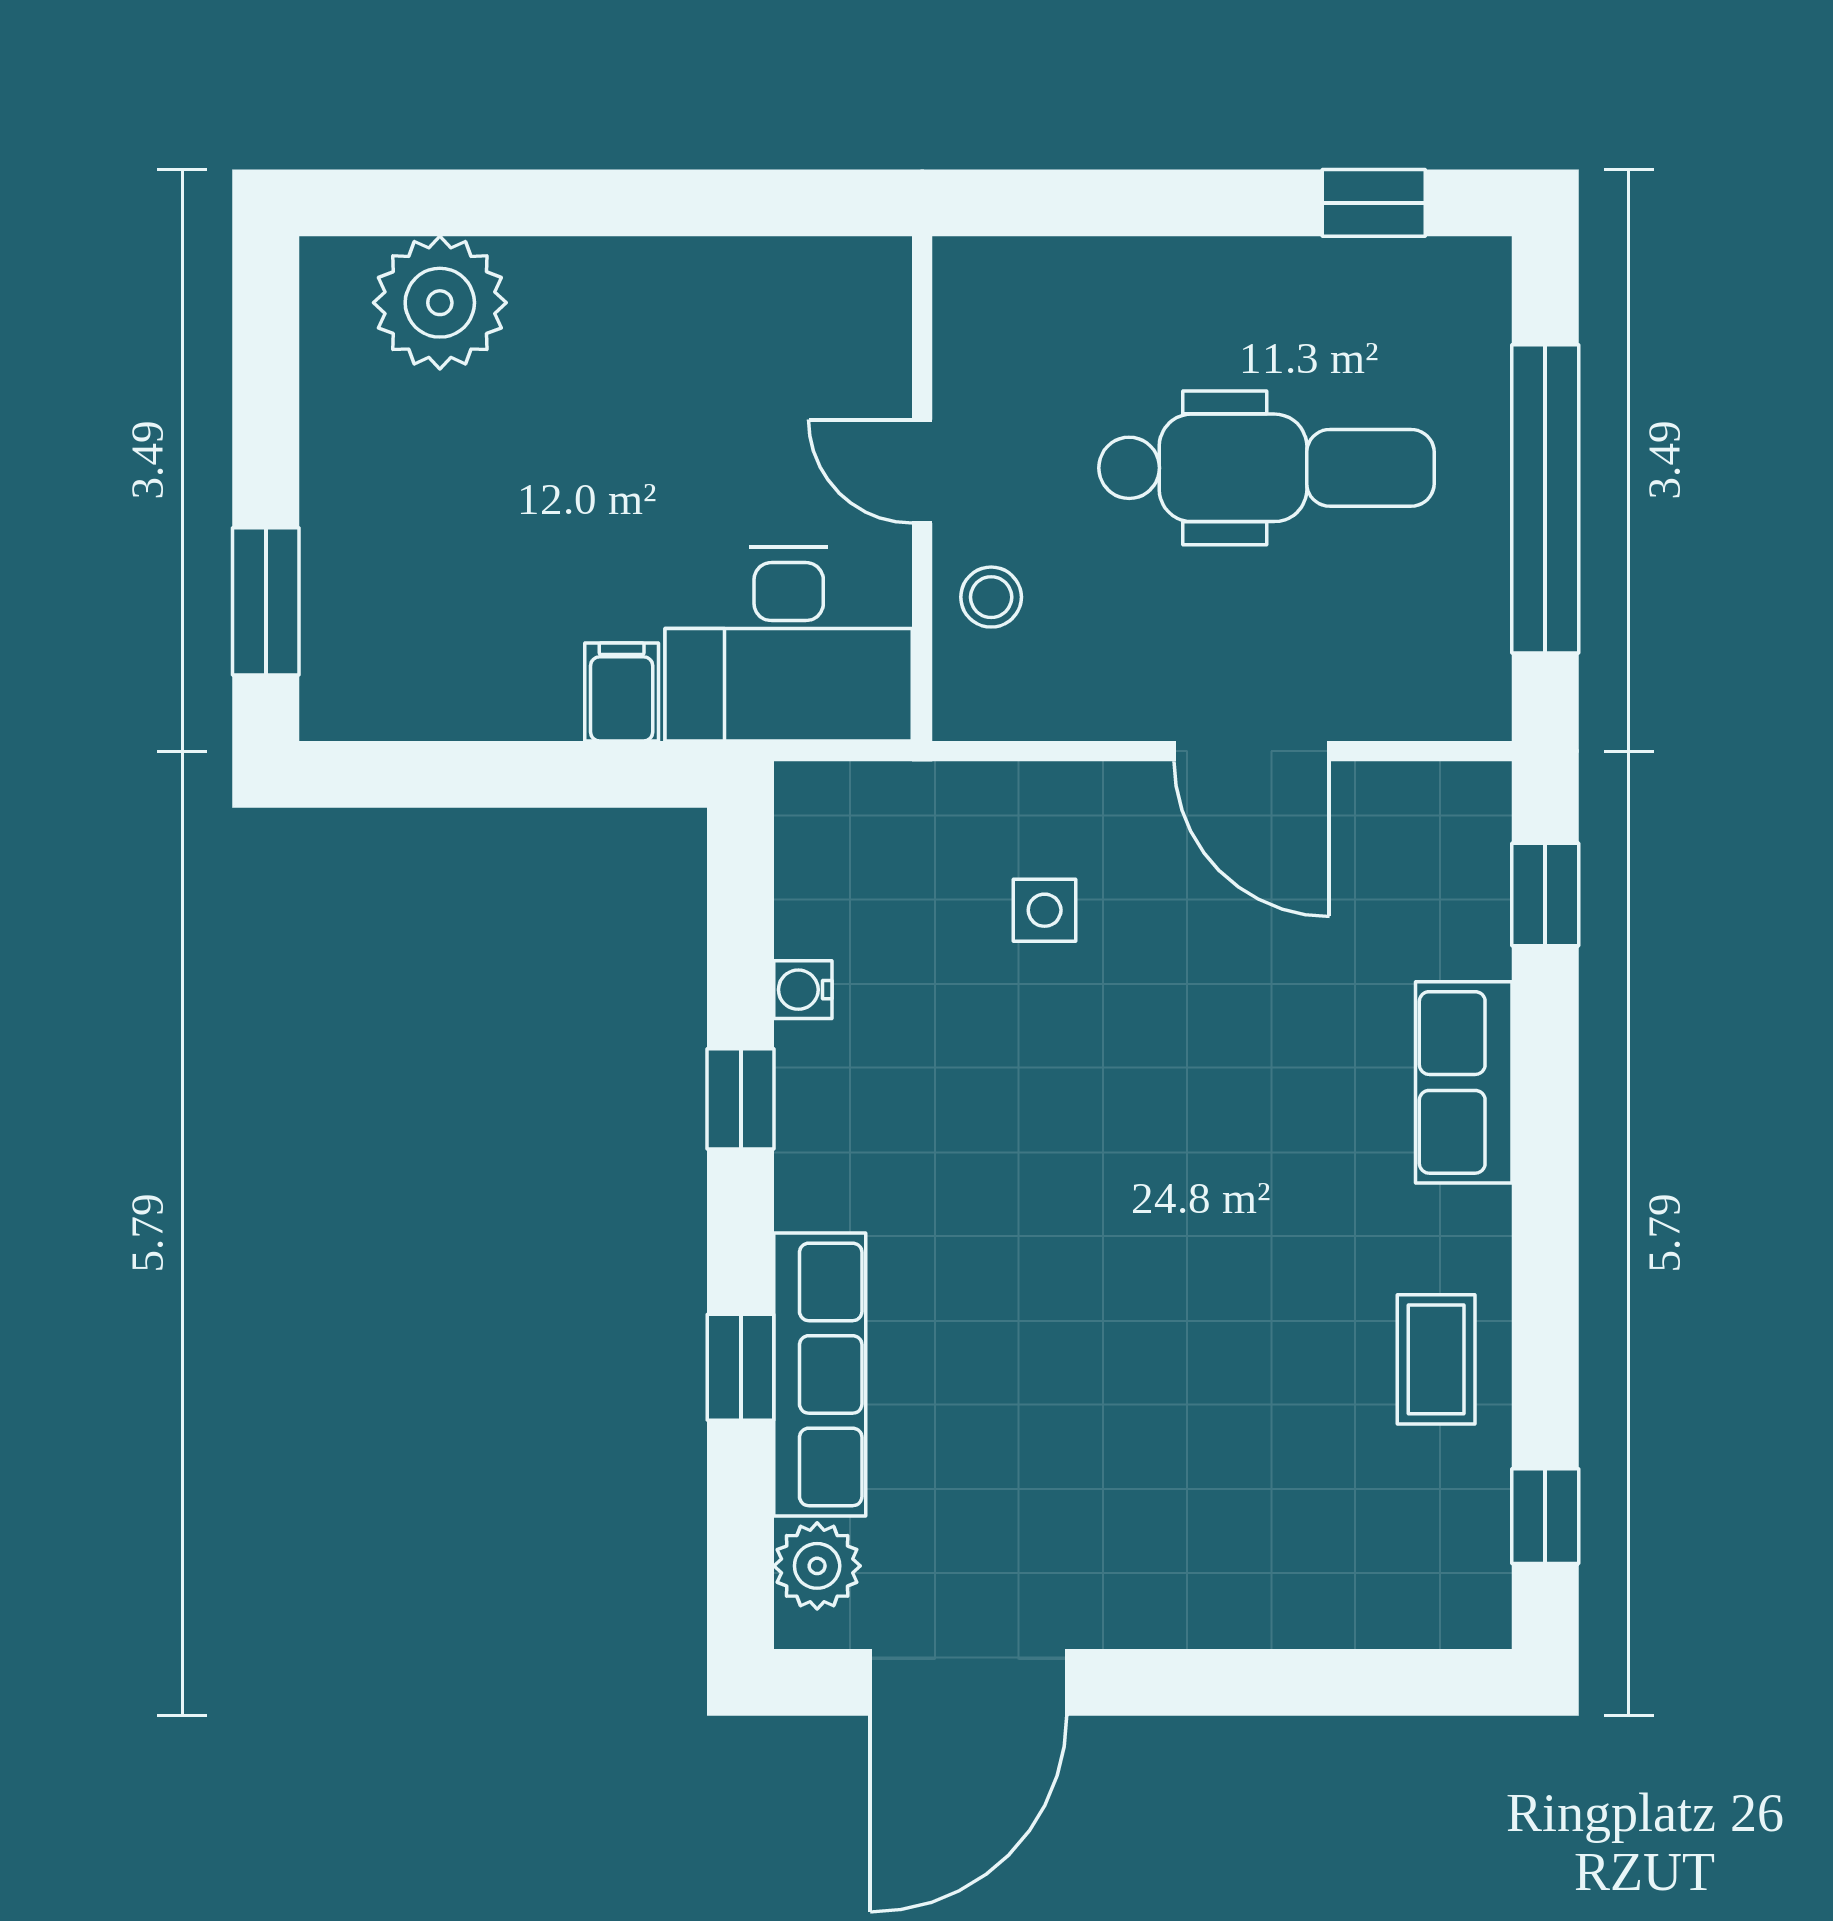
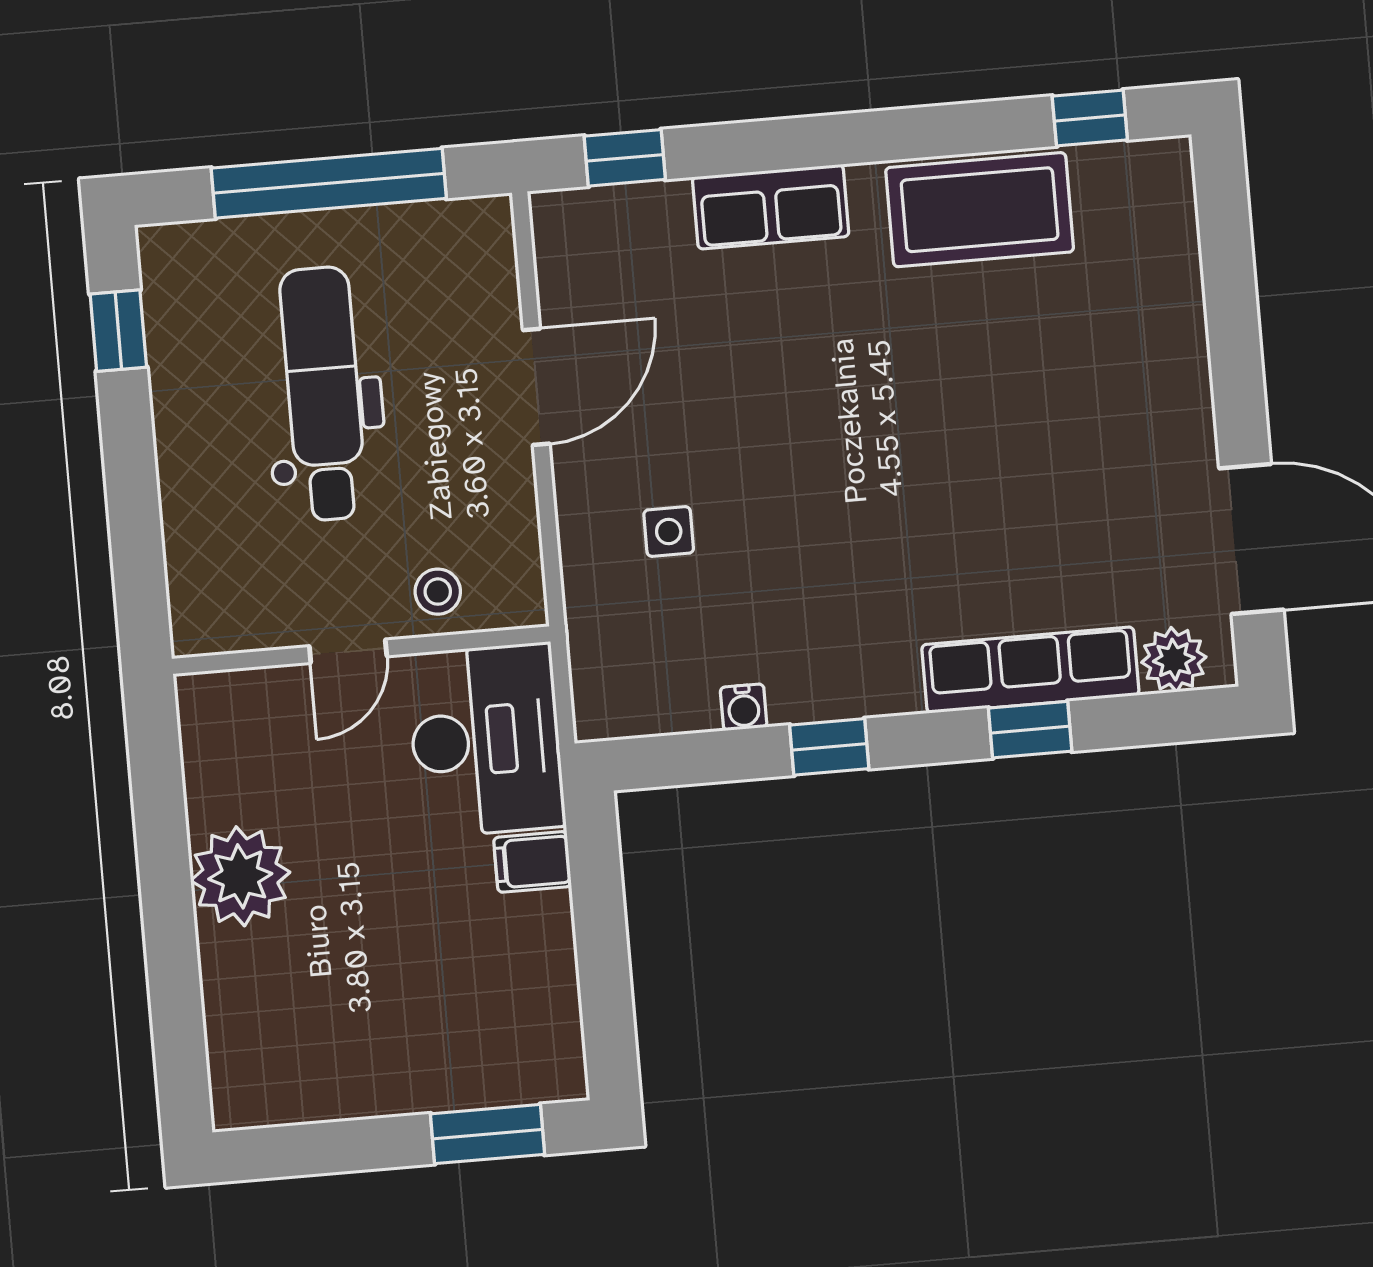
plant: (440, 303) -> (240, 876), moved
coffee table: (1436, 1359) -> (980, 210), width x1.86, depth x1.72

